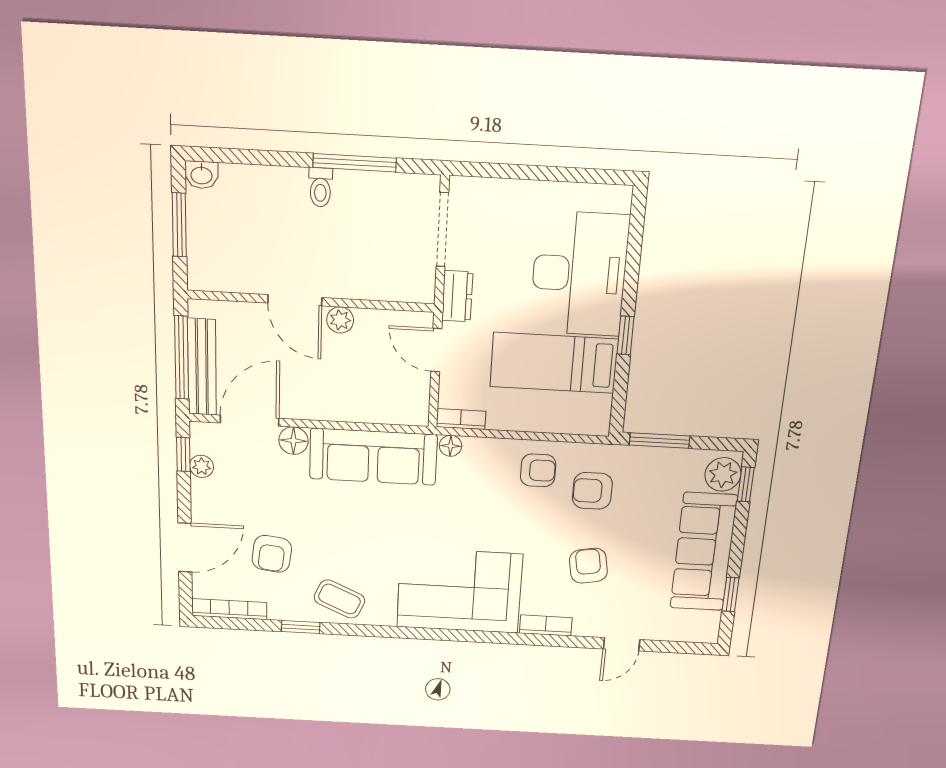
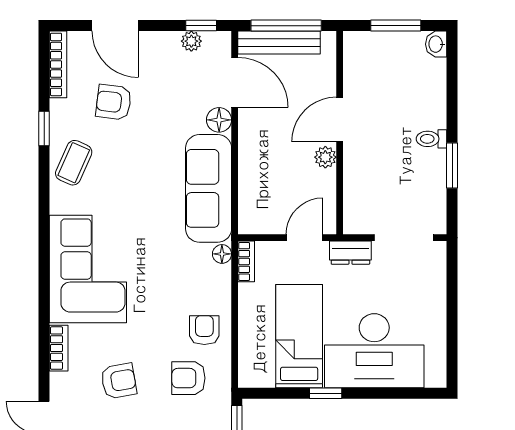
window: (355, 163) -> (452, 166), width x0.69
armchair: (538, 470) -> (204, 330), turned 180
armchair: (592, 491) -> (188, 378), turned -90

